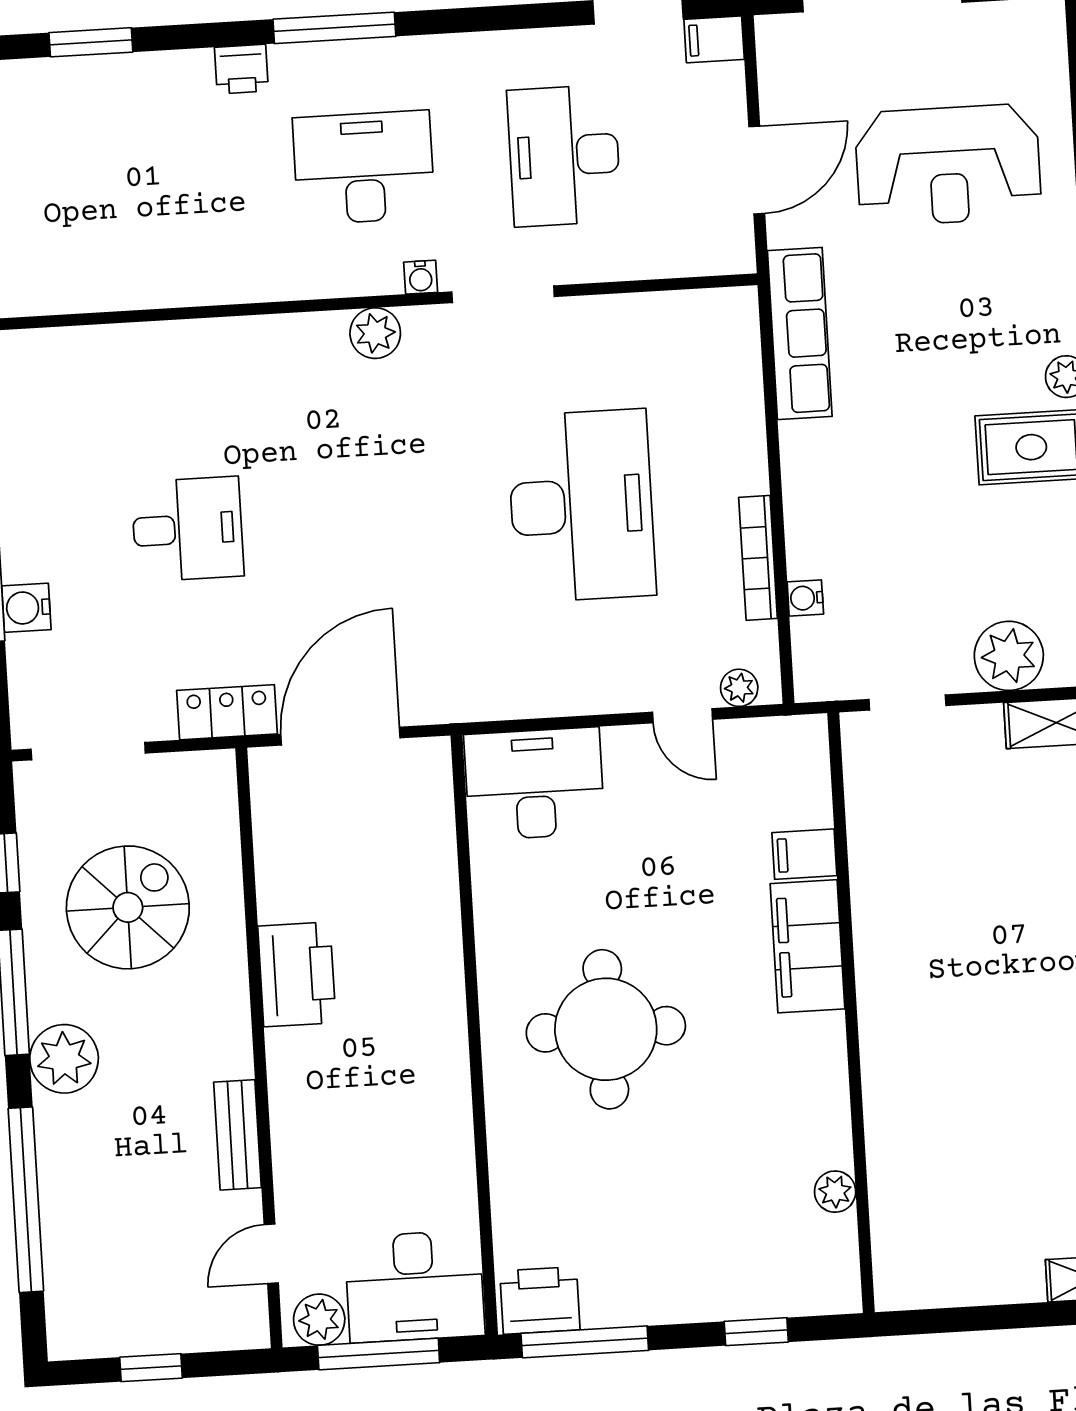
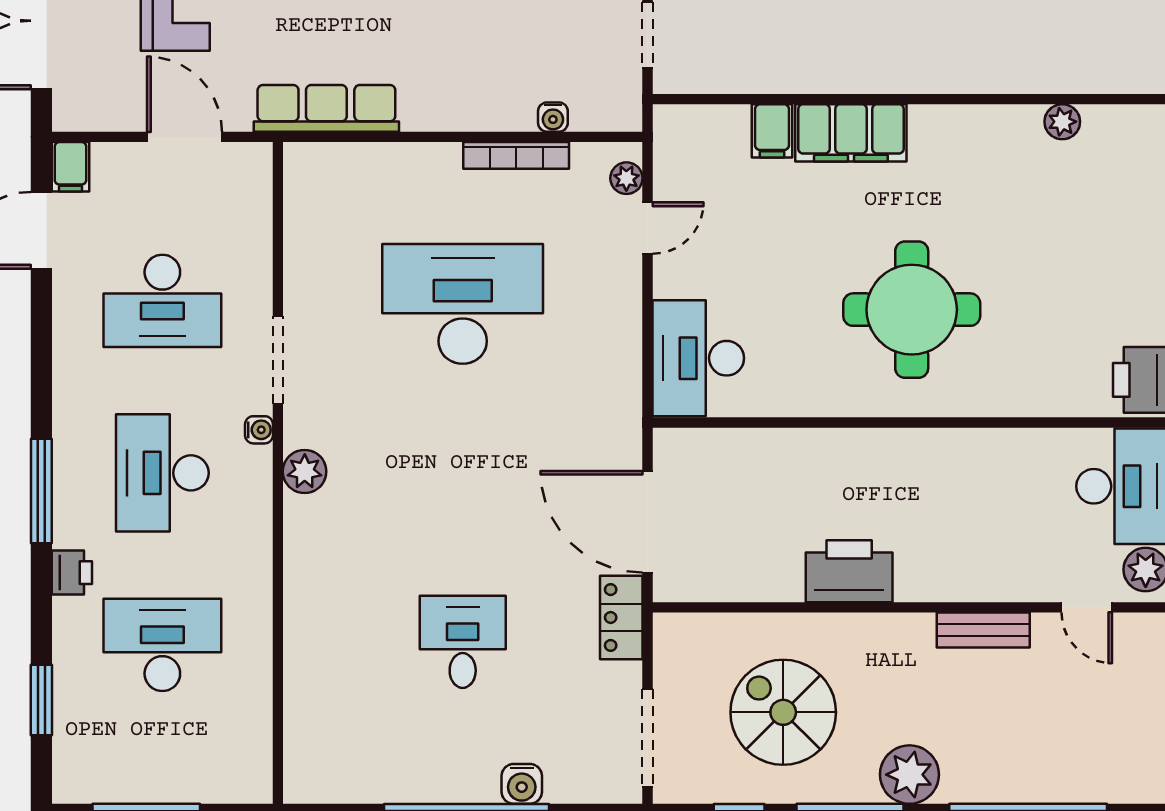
desk: (163, 179) -> (162, 645), added

